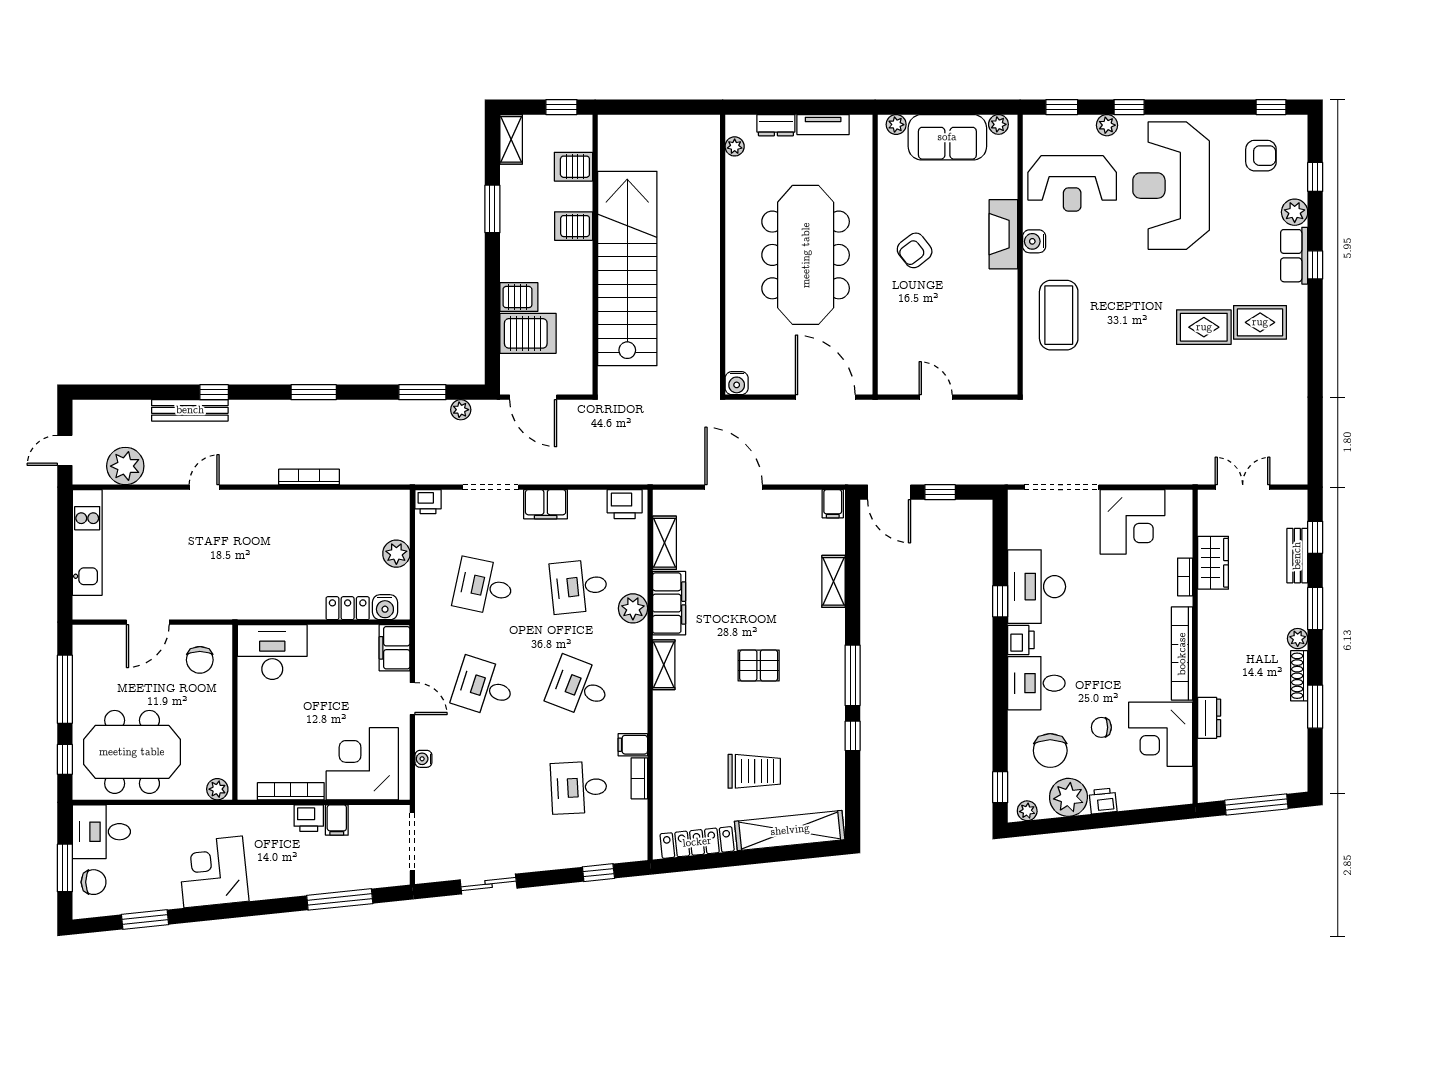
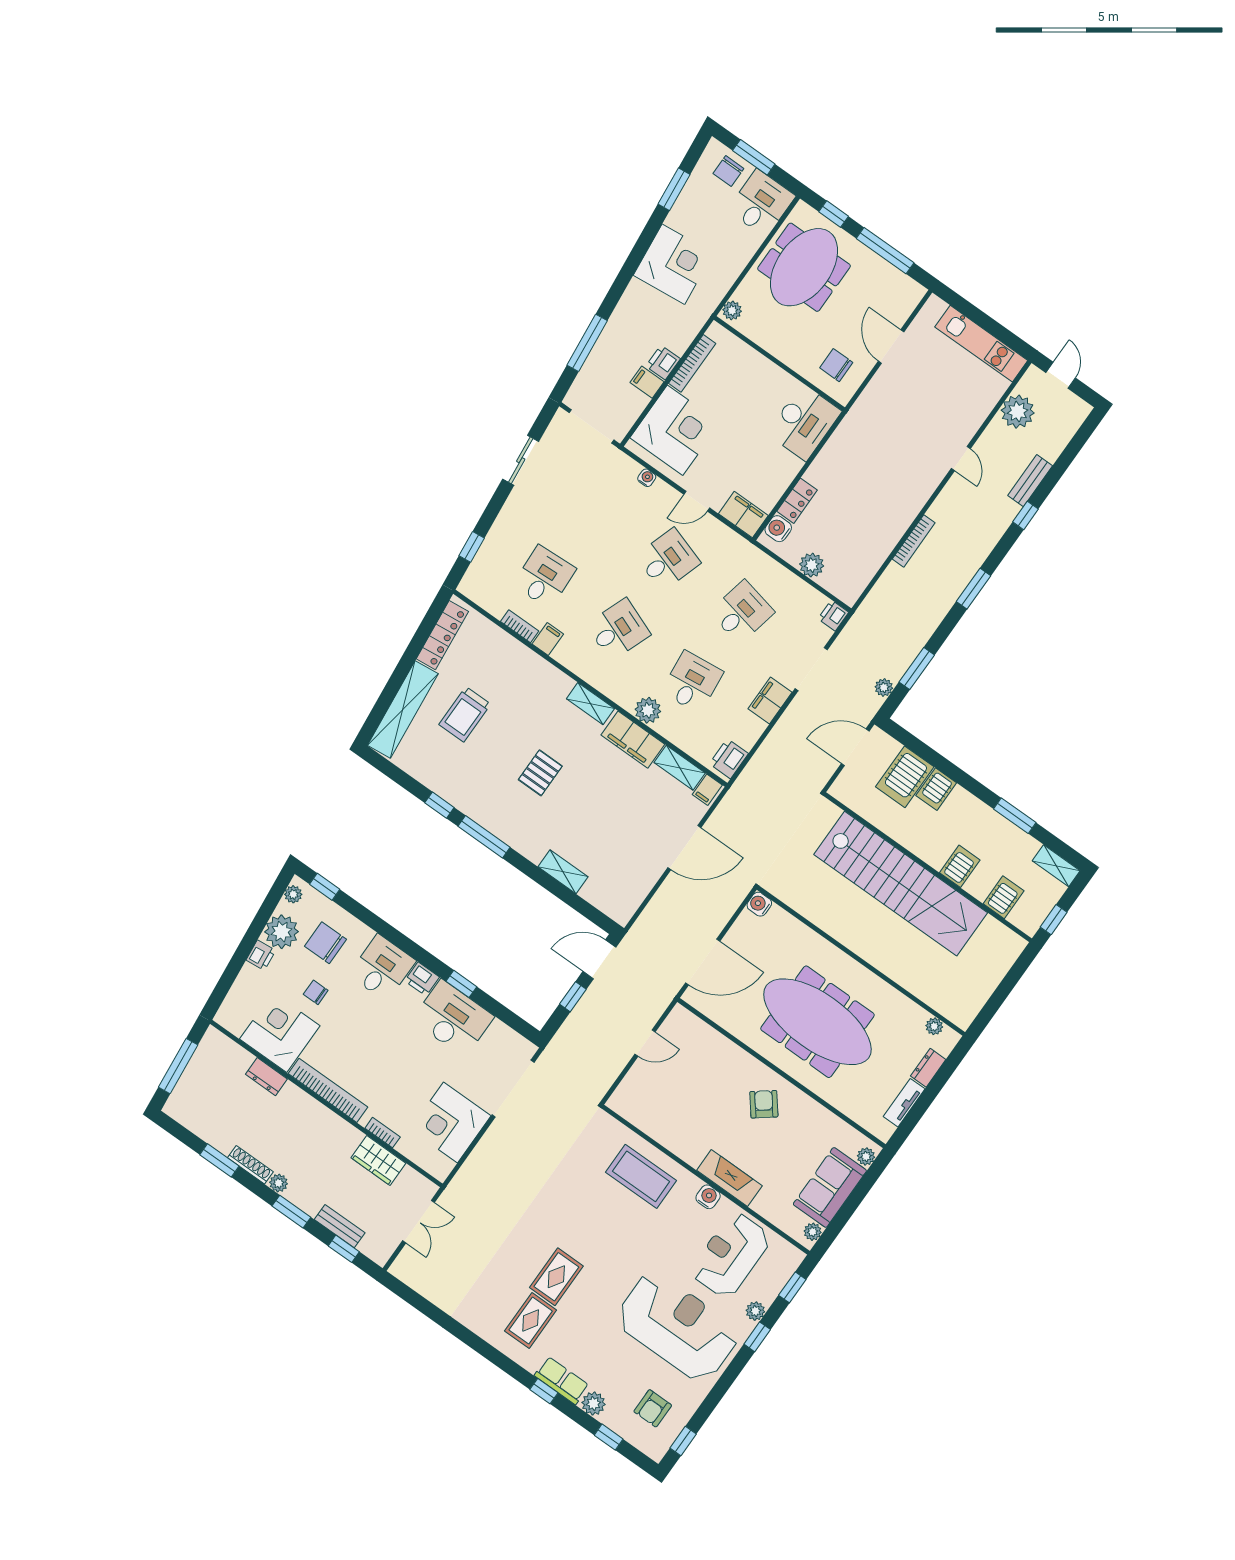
bench: (190, 410) -> (1030, 481), width x0.73
filing cabinet: (833, 504) -> (707, 790), moved, turned -90
chair: (1101, 727) -> (316, 992), turned -90

